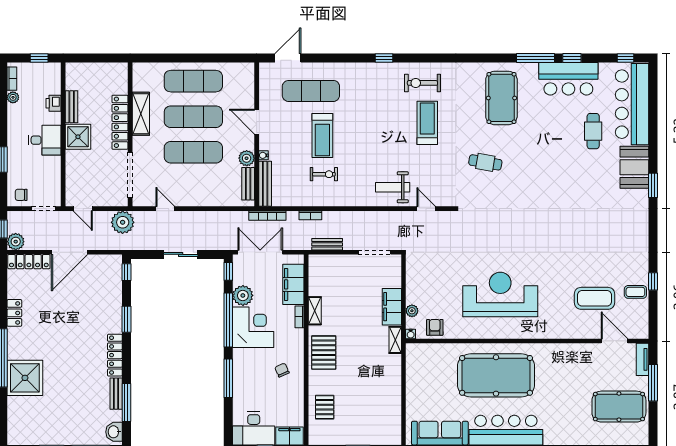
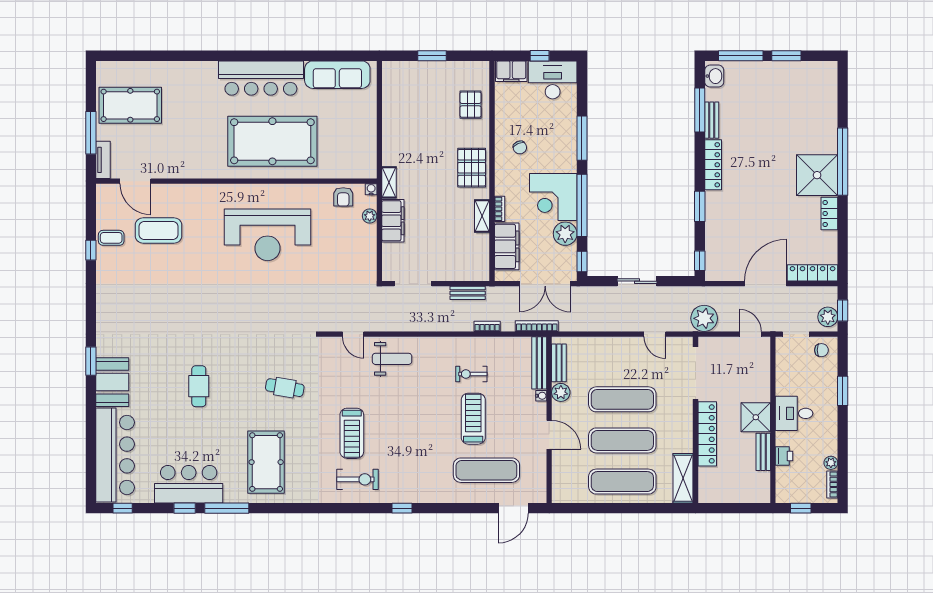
shelving: (141, 114) -> (683, 478), moved
cafe table: (593, 131) -> (199, 386), moved
plant: (16, 242) -> (828, 317), moved
shower: (25, 378) -> (817, 175), moved

